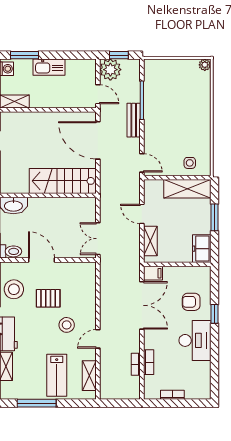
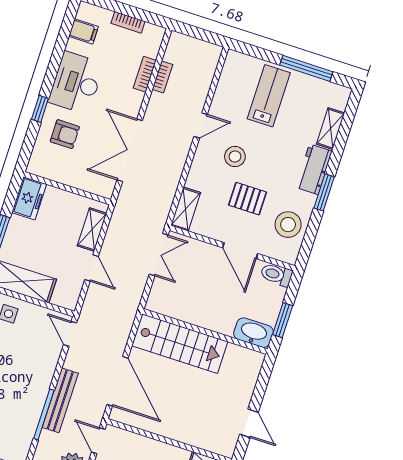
bench: (134, 120) -> (60, 400), width x1.36
filing cabinet: (153, 273) -> (84, 31), moved, turned 180
shelving: (89, 376) -> (186, 209), moved

